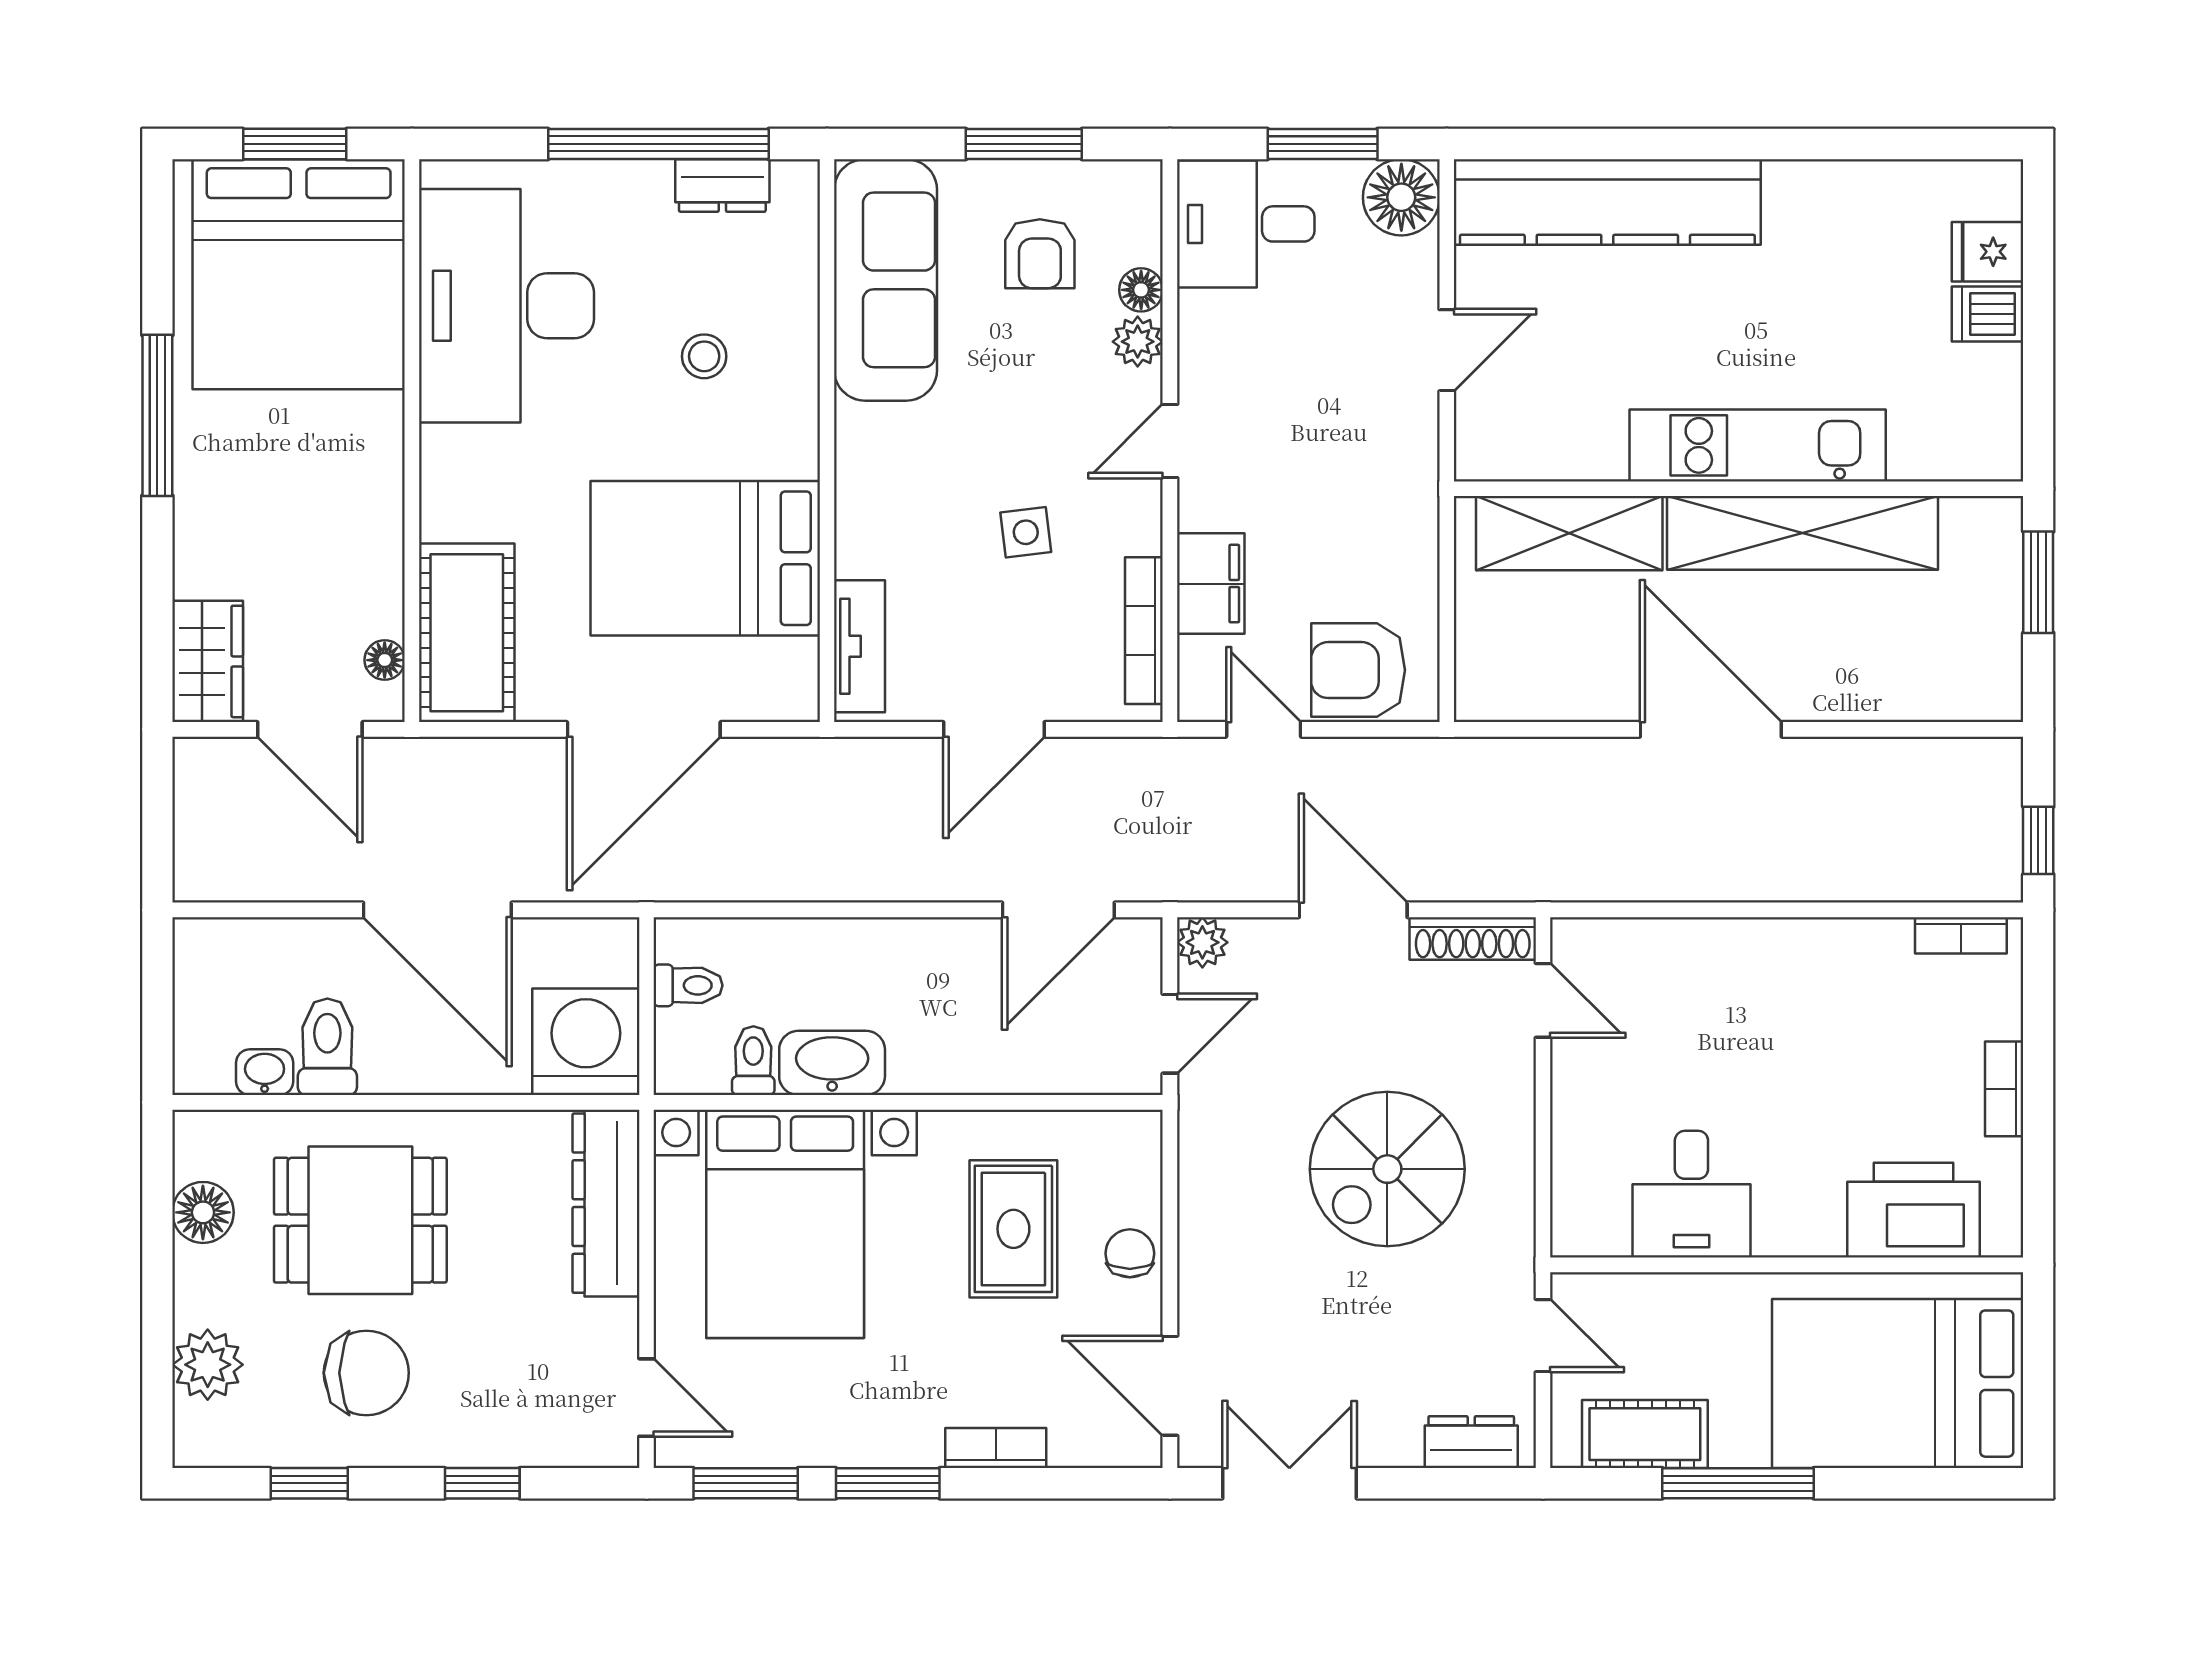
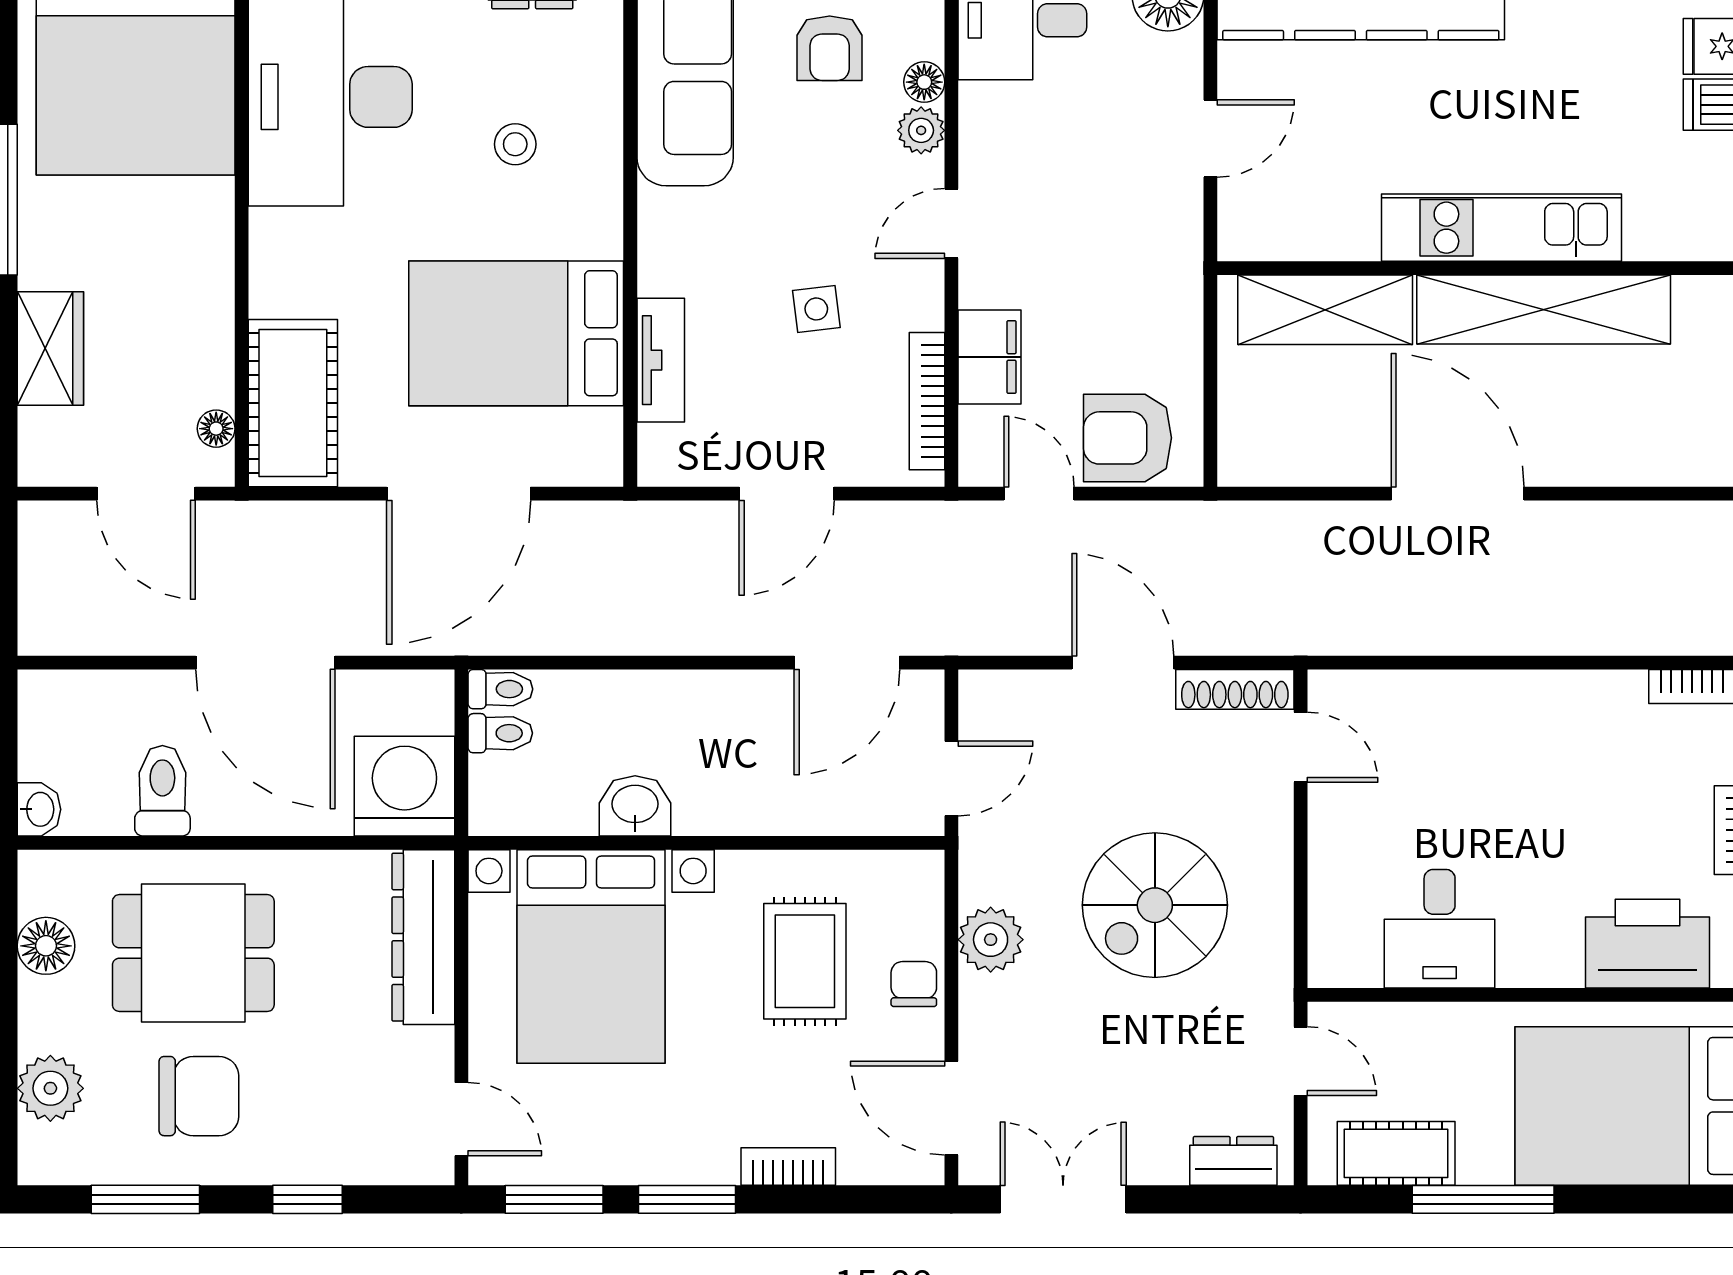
tv unit: (860, 646) -> (661, 360), moved
wardrobe: (208, 661) -> (50, 349), moved
plant: (1202, 942) -> (991, 940), moved, width x1.38, depth x1.38
toilet: (753, 1061) -> (500, 689), moved, turned 90
washbasin: (832, 1063) -> (635, 806), width x0.72
washbasin: (265, 1072) -> (39, 809), moved, turned 90
window: (309, 1483) -> (145, 1199), width x1.50

